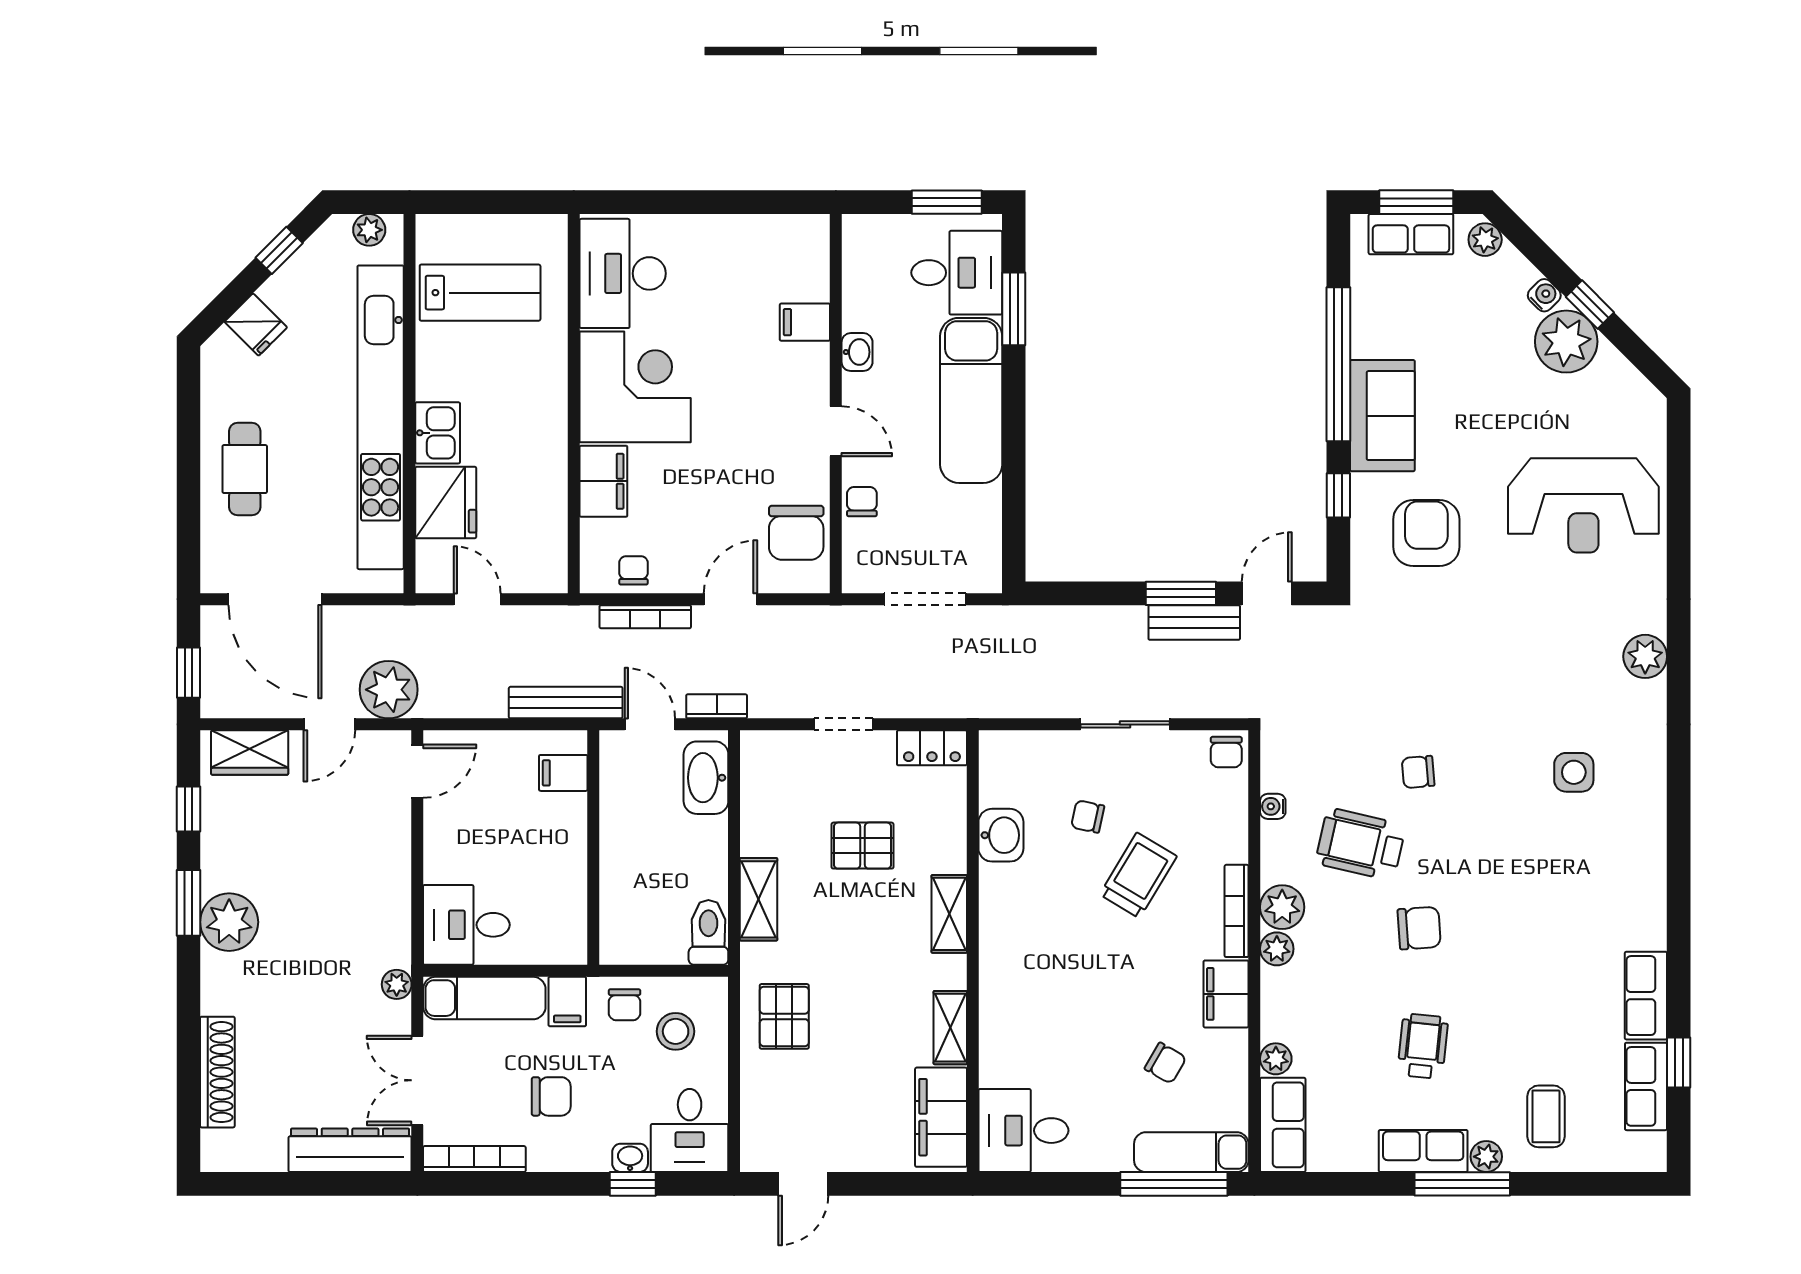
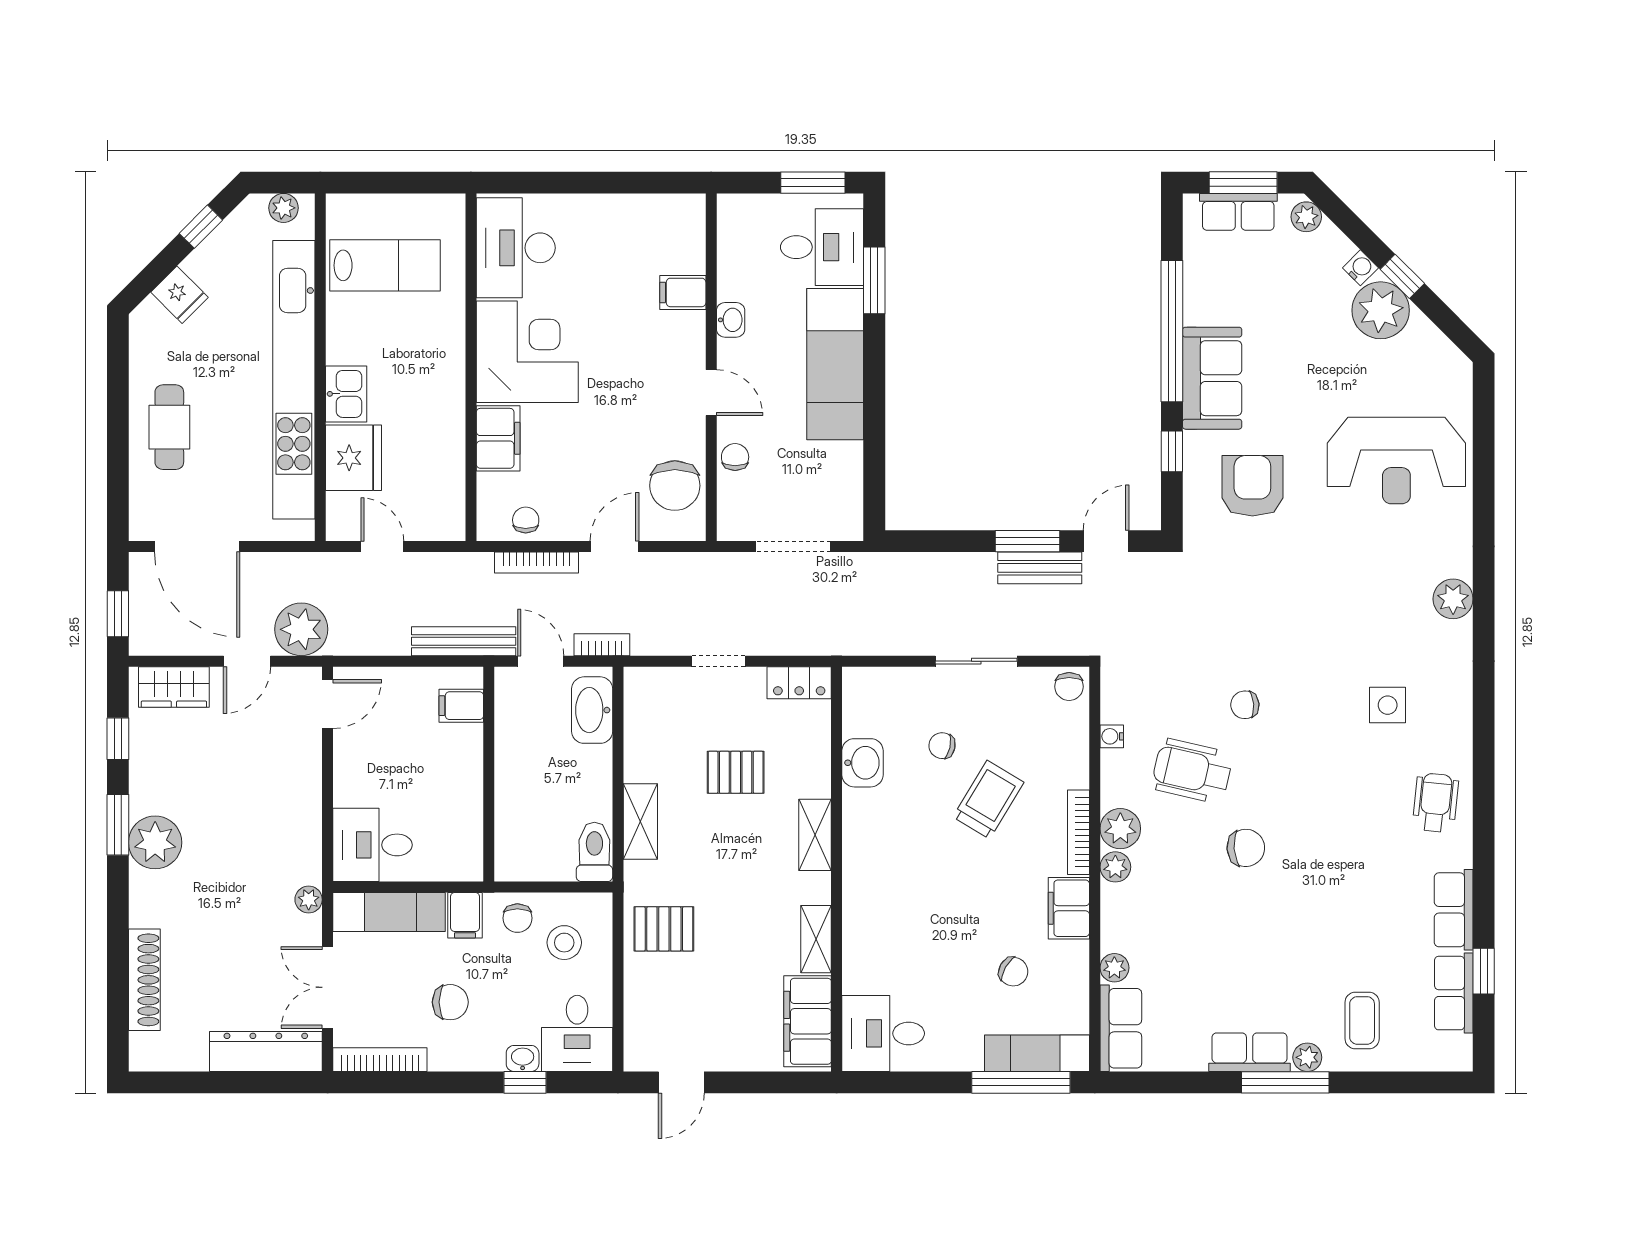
pallet: (784, 1016) -> (664, 929), turned 90
wheelchair: (1423, 1046) -> (1435, 803), moved

